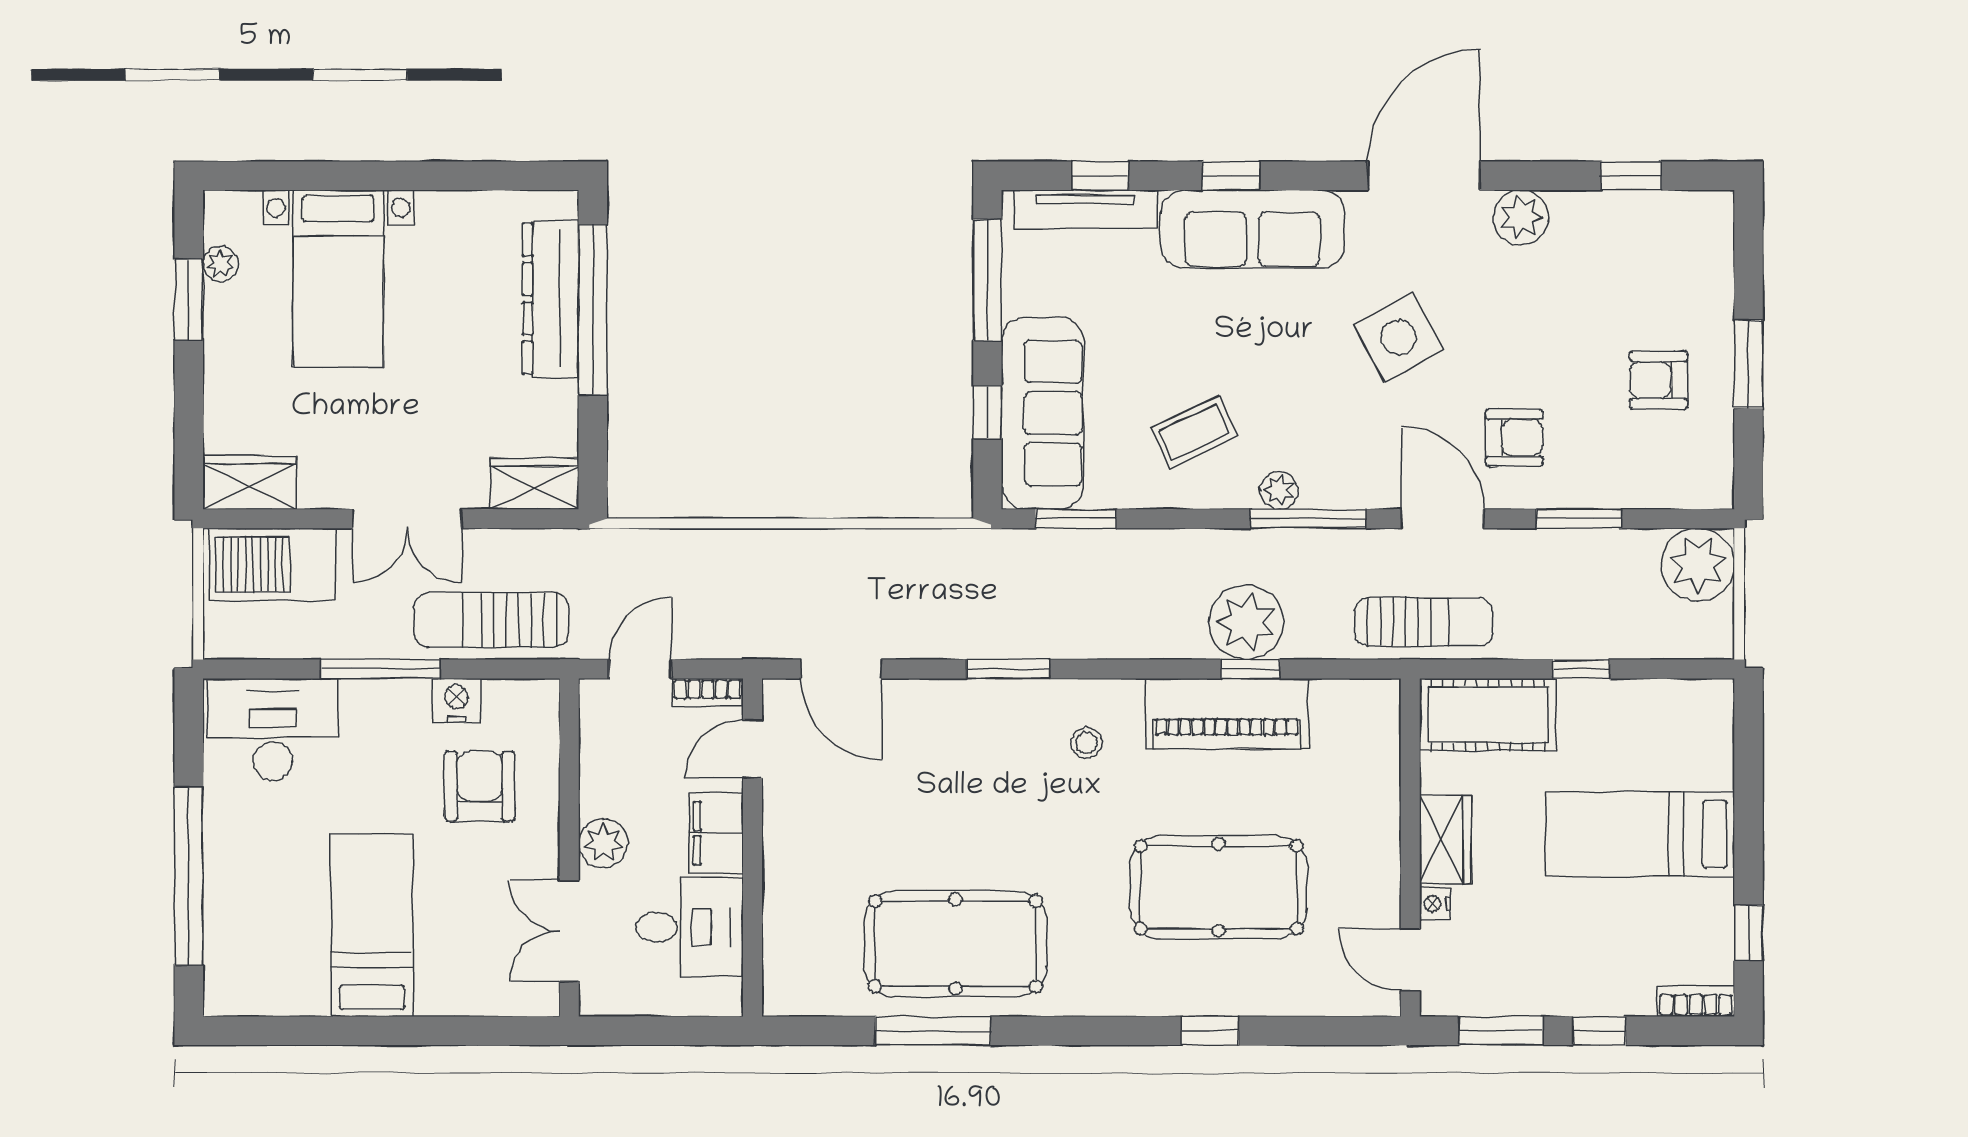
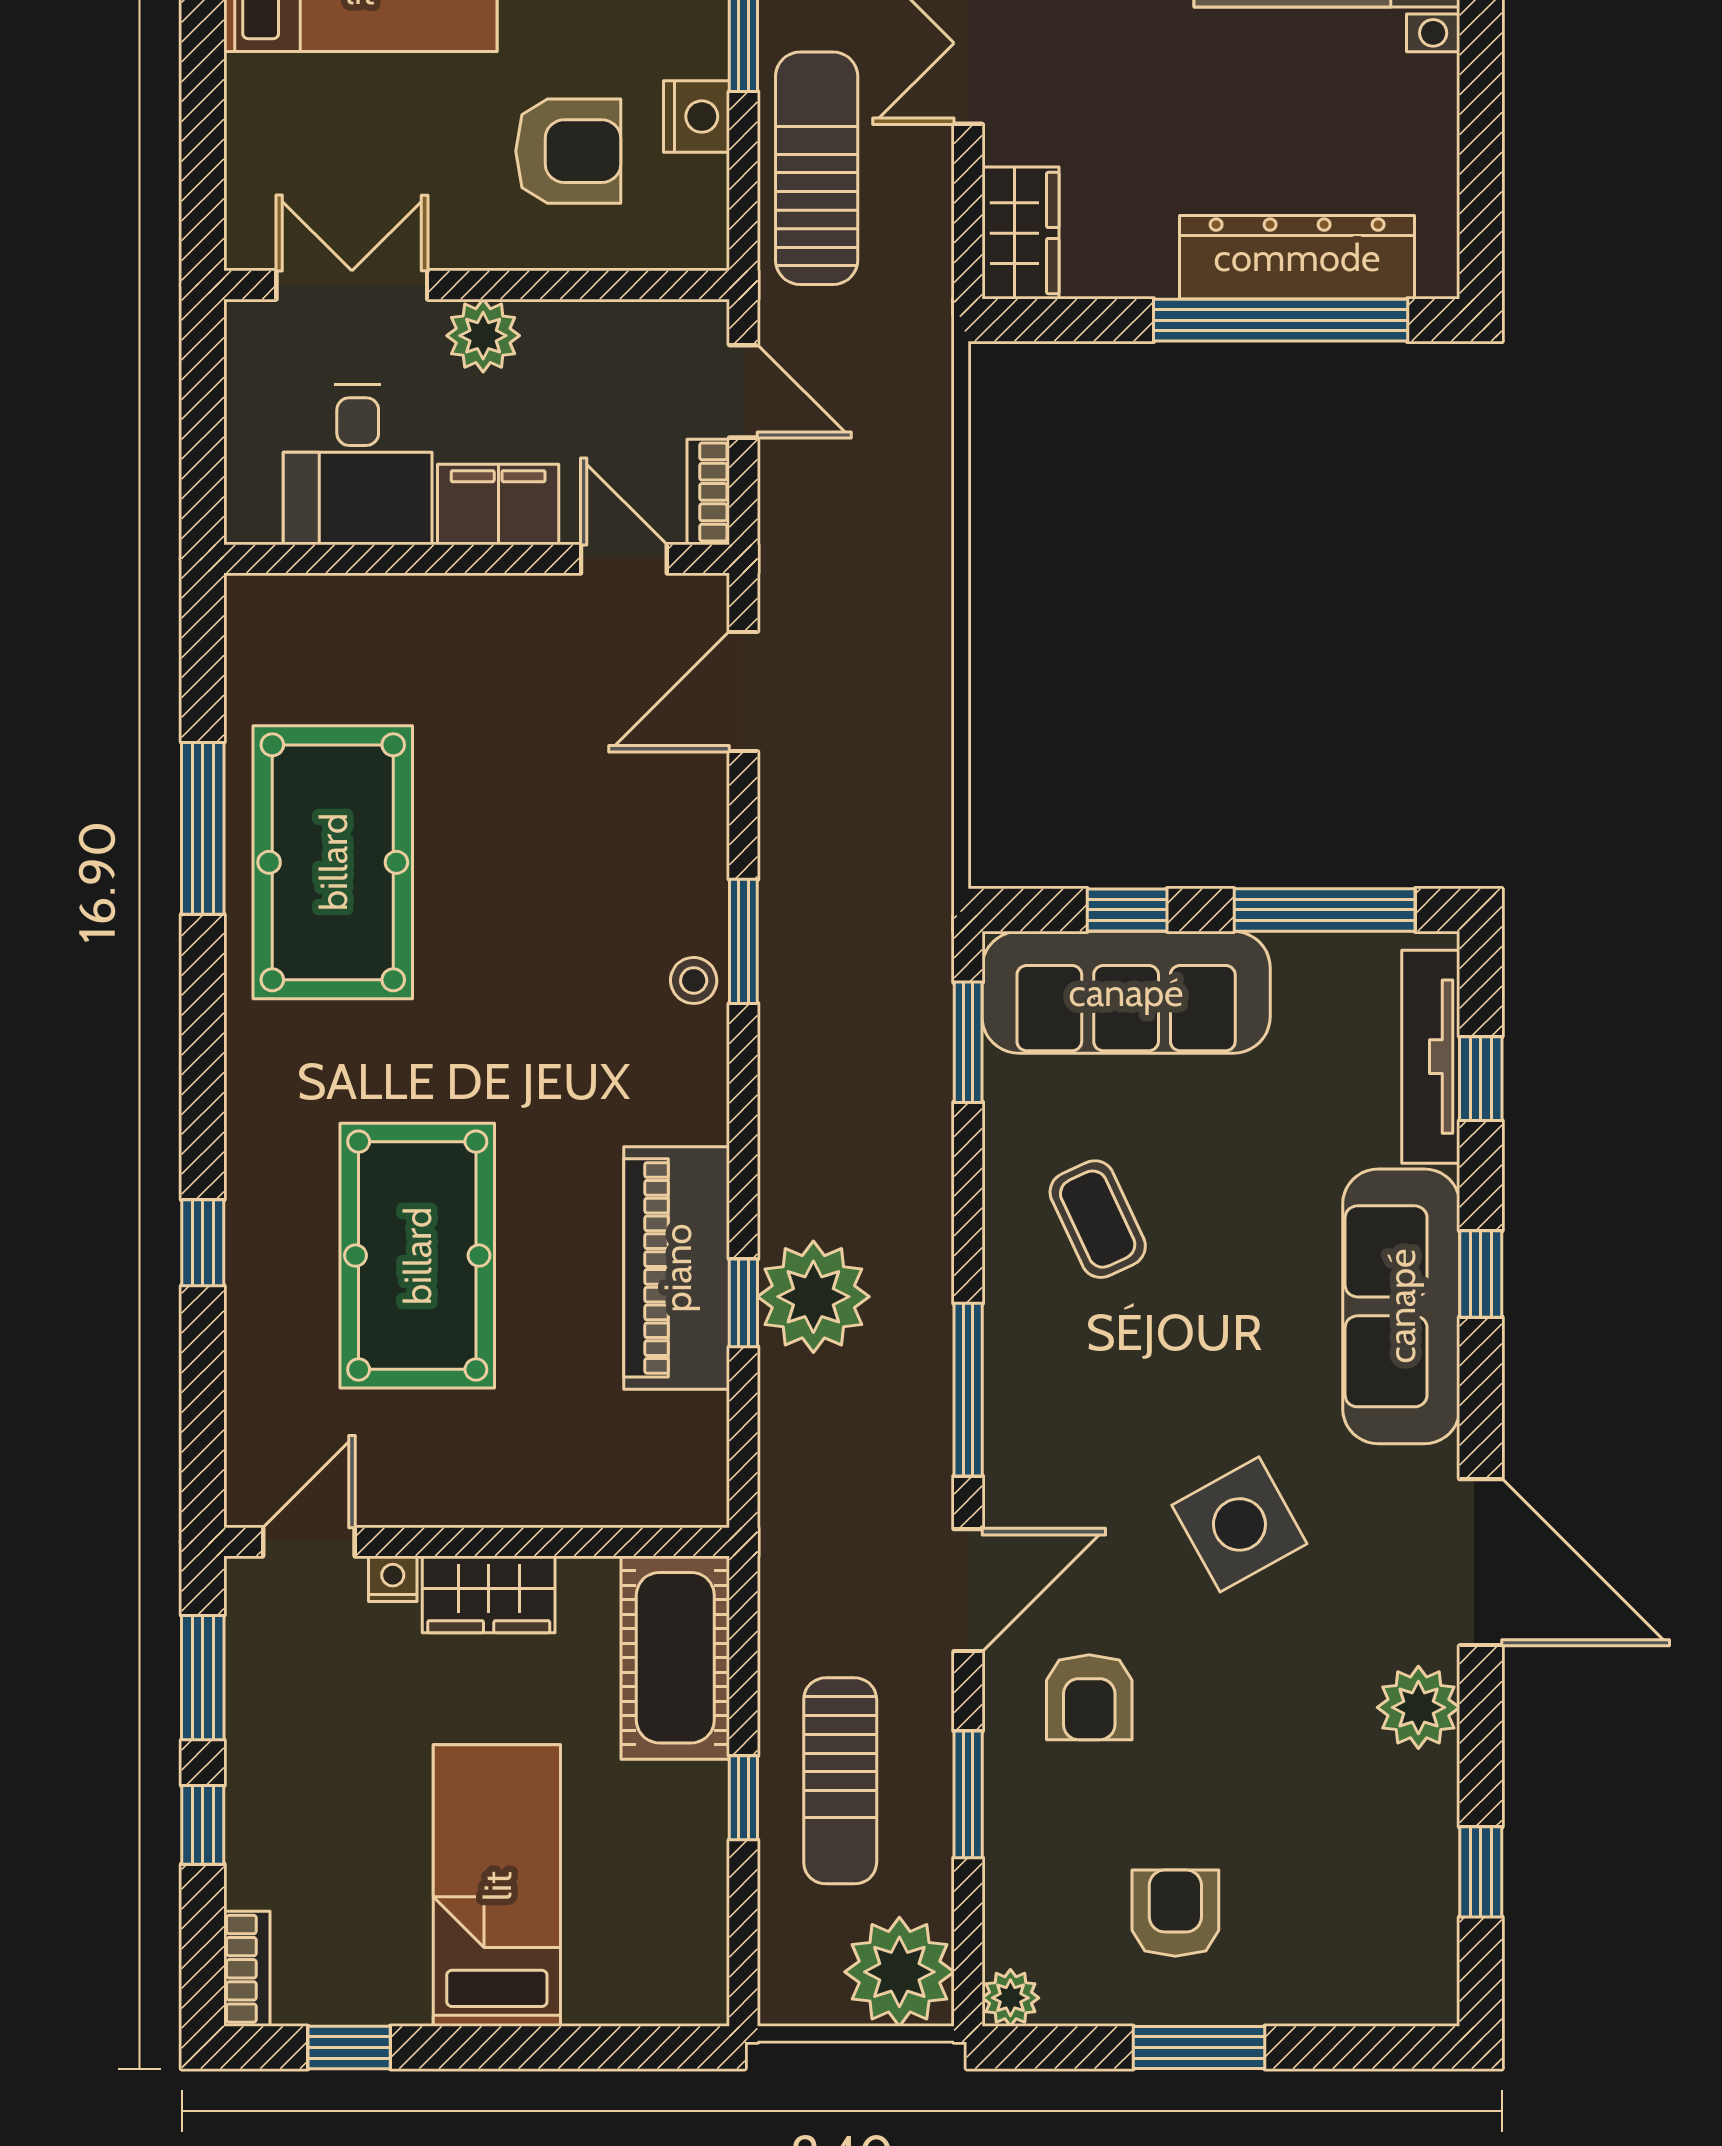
plant: (1279, 490) -> (1010, 1998), moved
sun lounger: (1424, 622) -> (840, 1781), moved
stool: (1086, 743) -> (694, 980), moved

